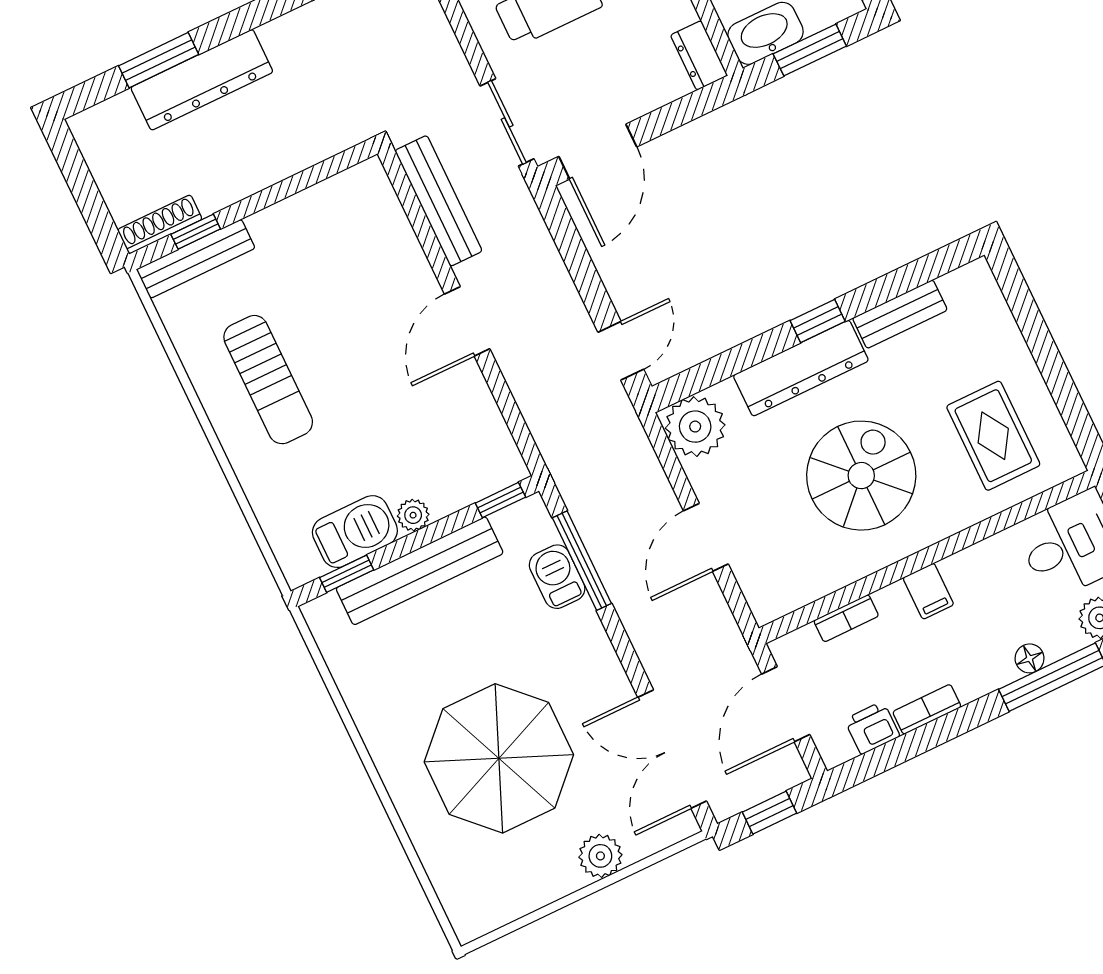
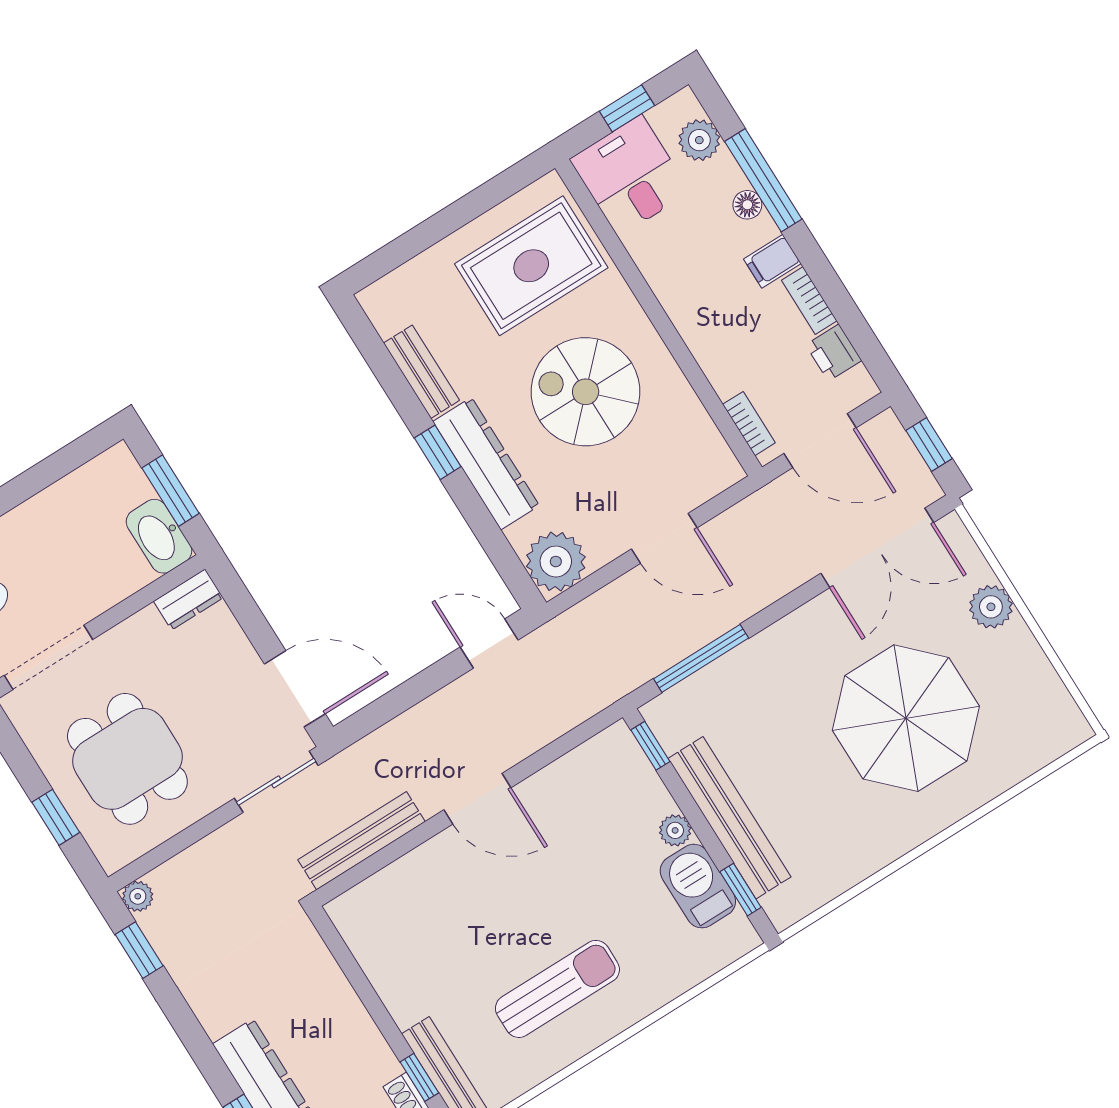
rug: (993, 436) -> (531, 266), width x1.36, depth x1.43
barbecue: (557, 577) -> (720, 681), removed
filing cabinet: (928, 591) -> (772, 261), moved, turned 180
bookcase: (846, 618) -> (749, 424), moved

